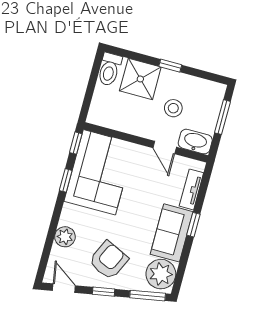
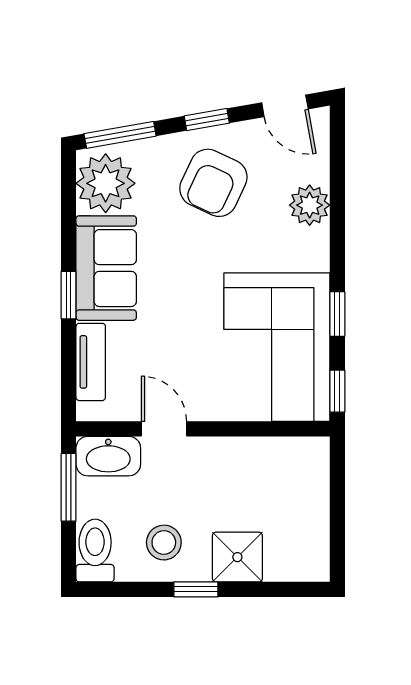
toilet: (109, 69) -> (95, 551), moved
shower: (140, 79) -> (237, 557), width x0.73, depth x0.73
stool: (173, 108) -> (164, 543), moved
window: (222, 117) -> (68, 487), moved

